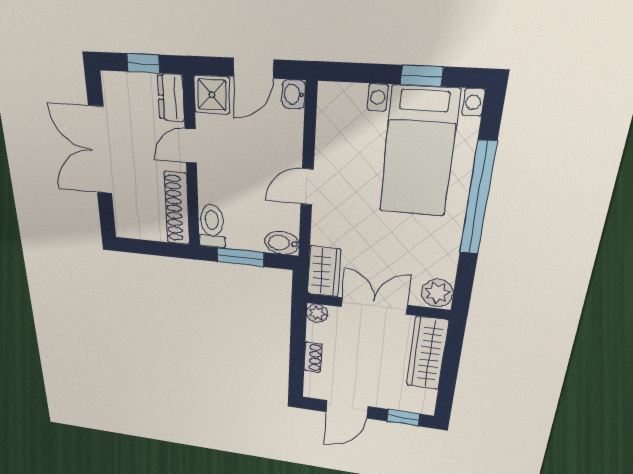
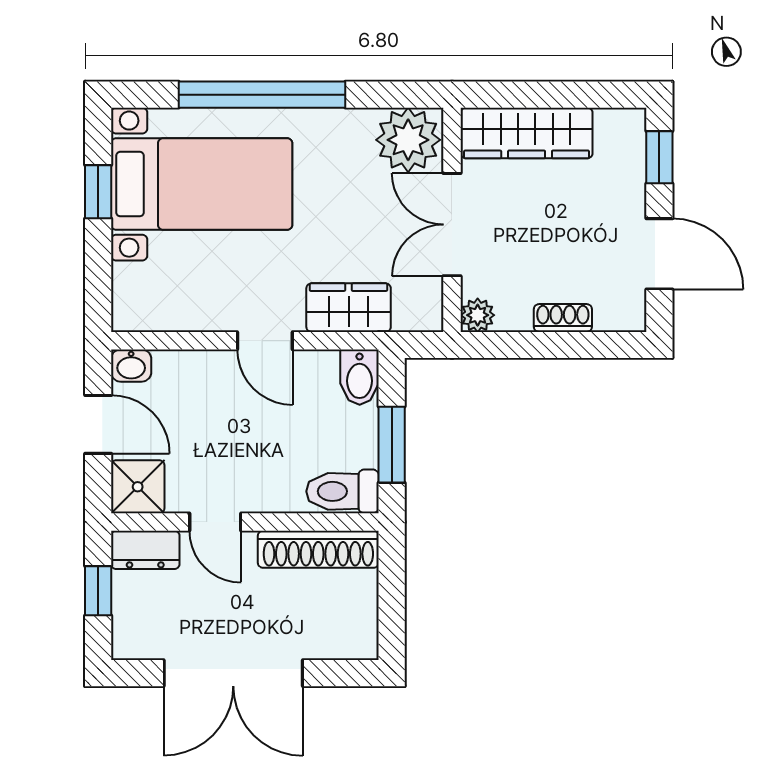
wardrobe: (324, 272) -> (349, 308), moved
plant: (437, 293) -> (408, 140), width x1.36, depth x1.36

